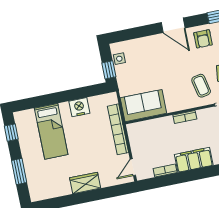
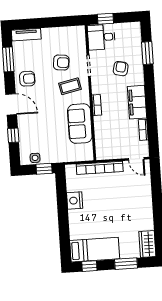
door: (173, 25) -> (11, 104), hinge flipped
window: (140, 32) -> (13, 135), added
sofa: (143, 106) -> (80, 124), moved
bed: (51, 131) -> (95, 250), moved
wardrobe: (85, 183) -> (147, 244), moved

